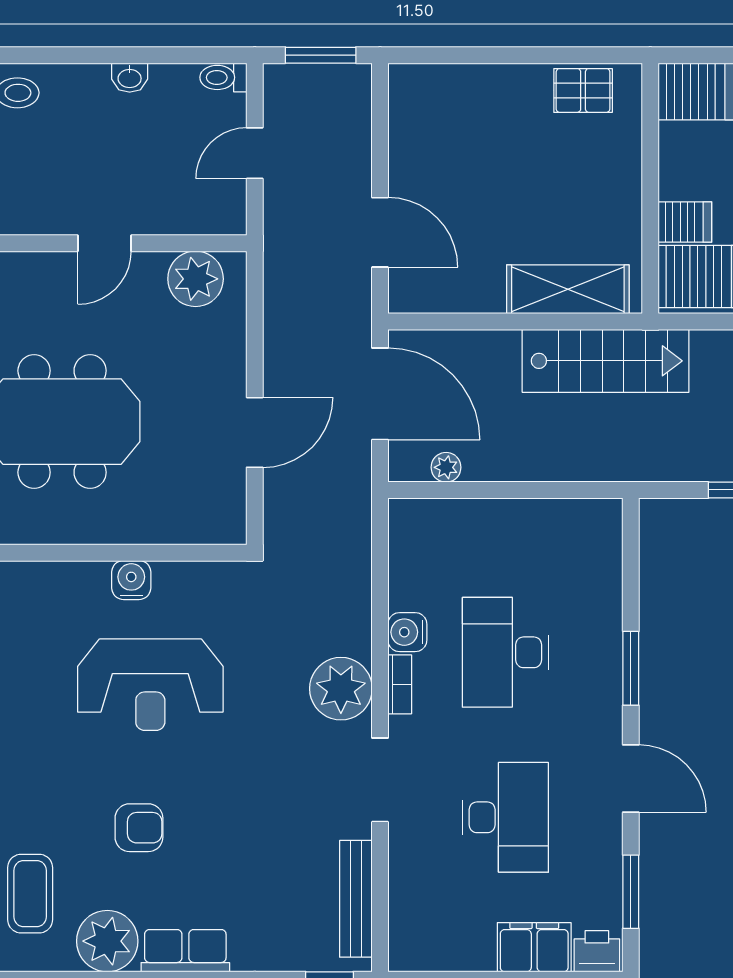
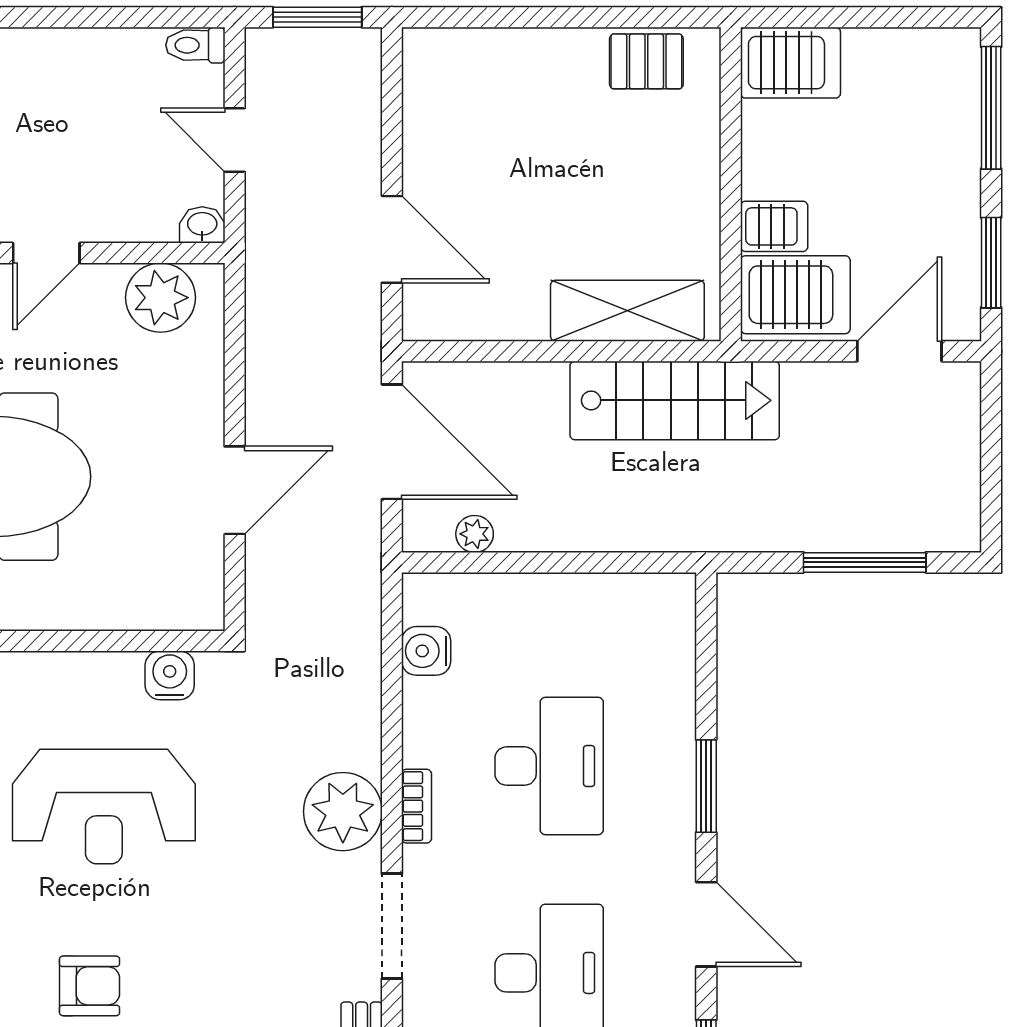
washbasin: (130, 78) -> (202, 225), moved, turned 180
door: (255, 153) -> (235, 140), hinge flipped
water cooler: (131, 580) -> (170, 675), moved
water cooler: (407, 632) -> (426, 651), moved
desk: (505, 652) -> (549, 766), turned 180

